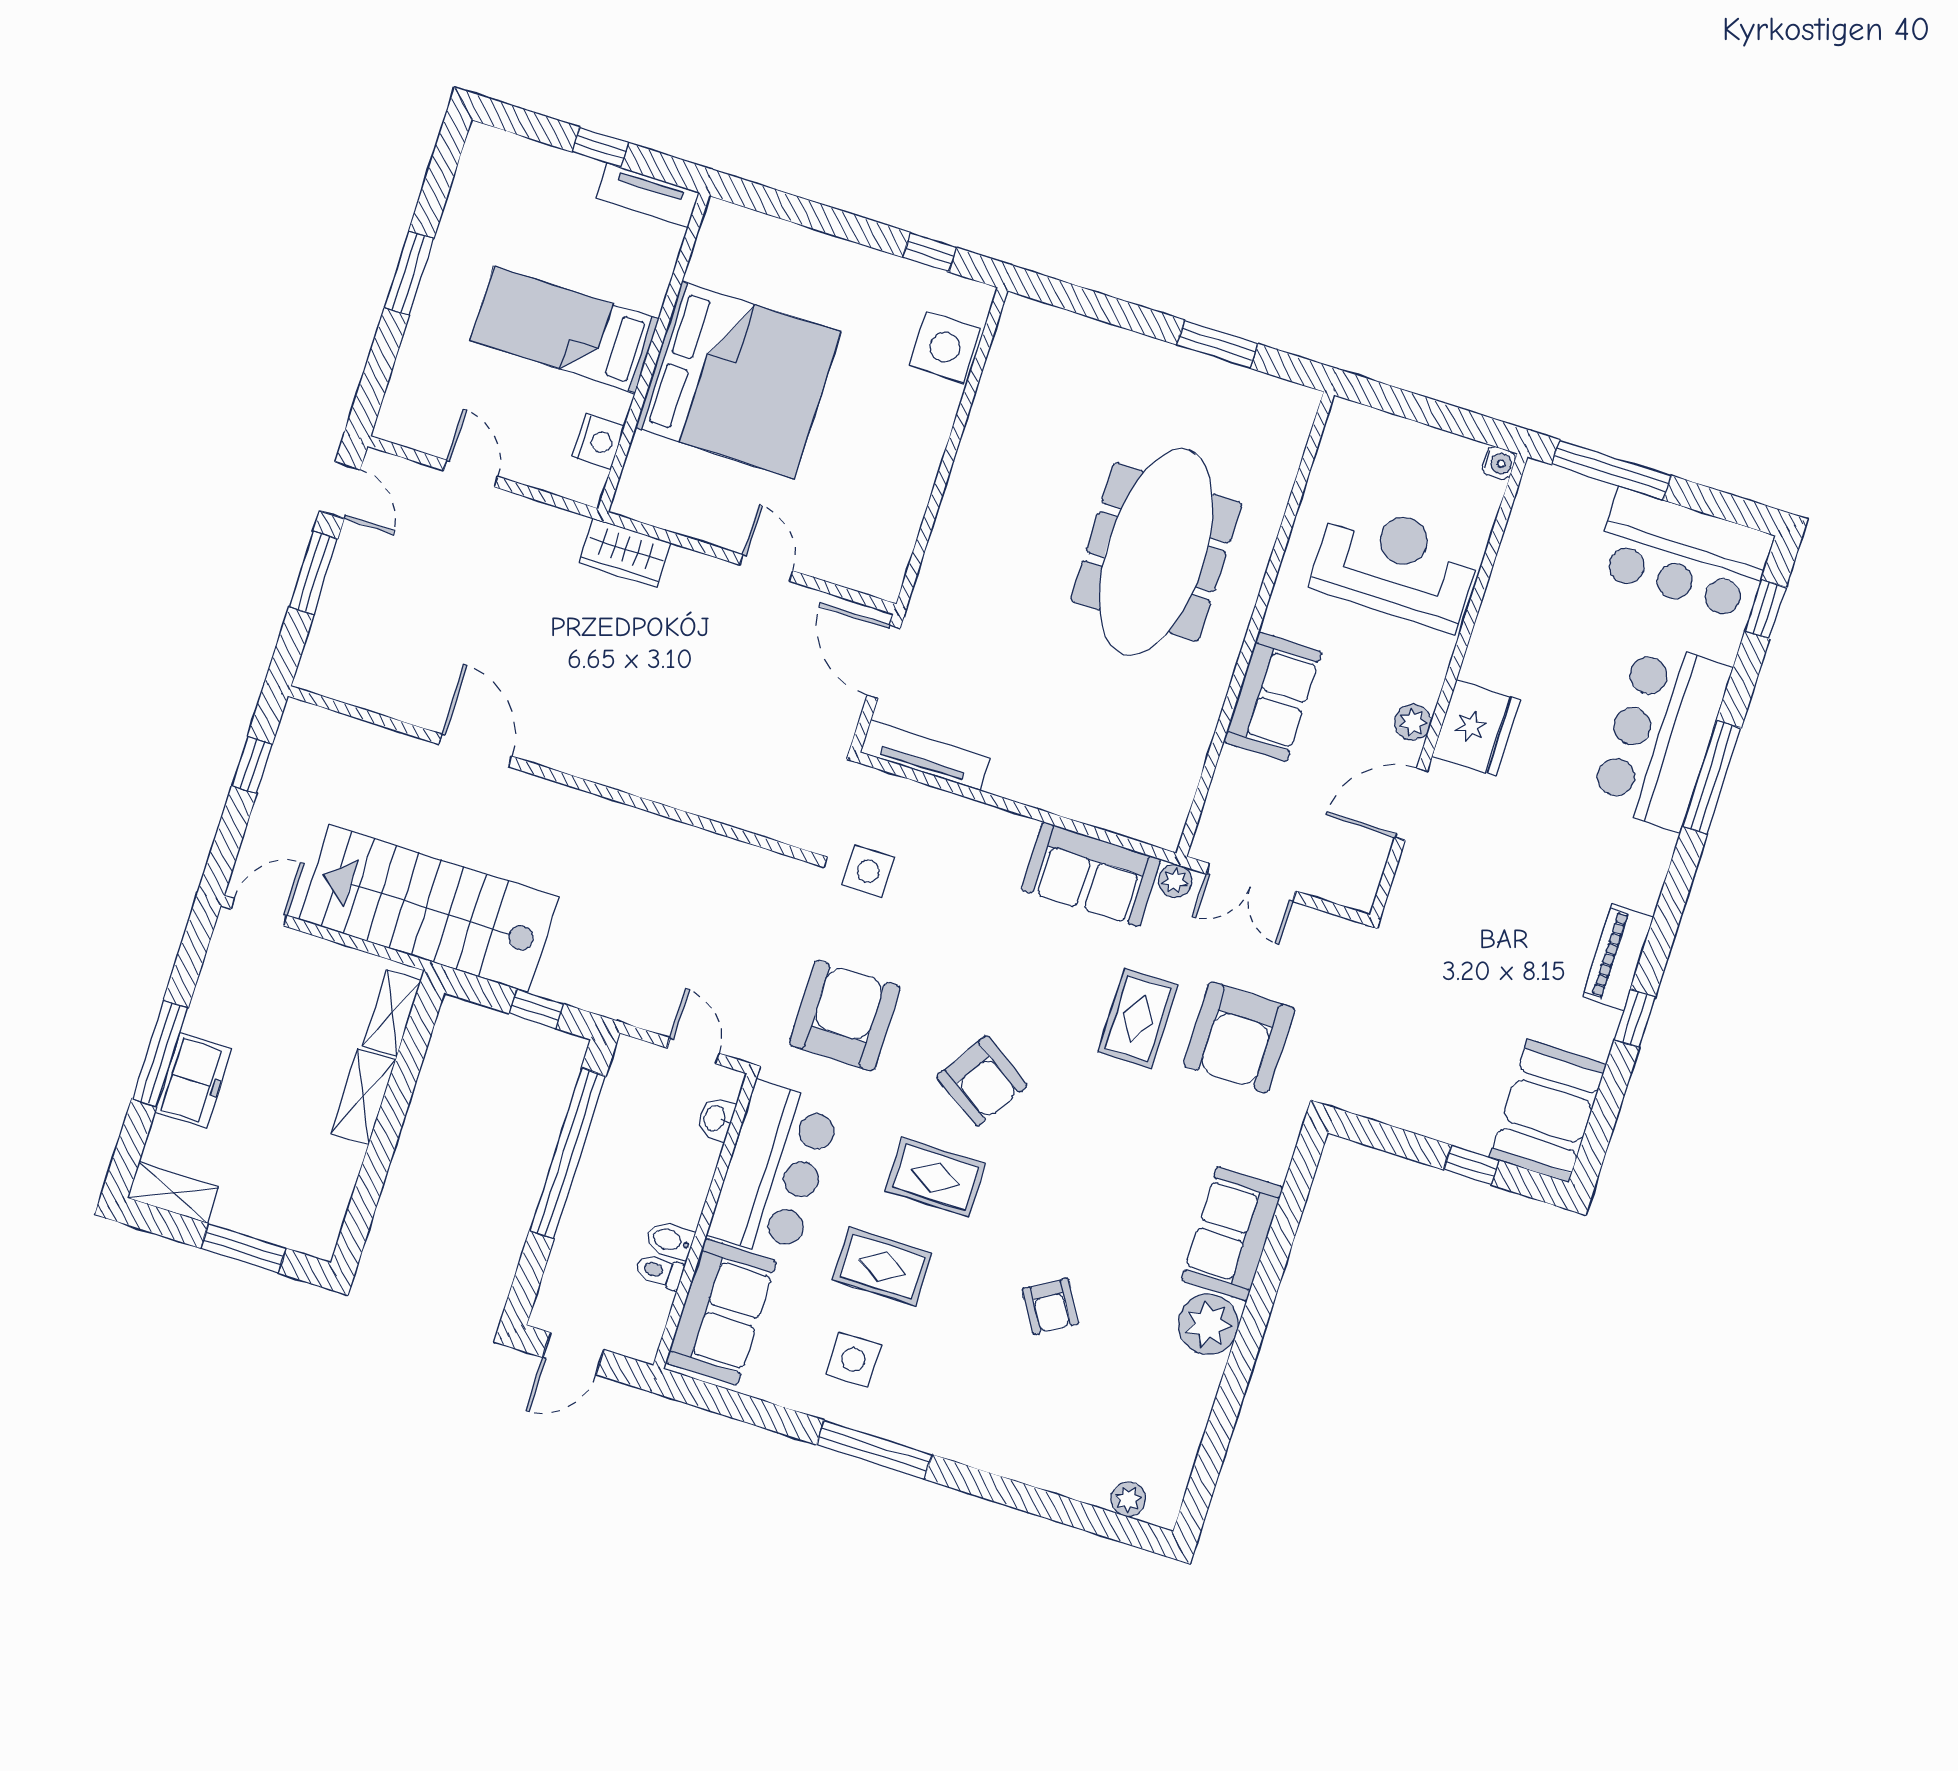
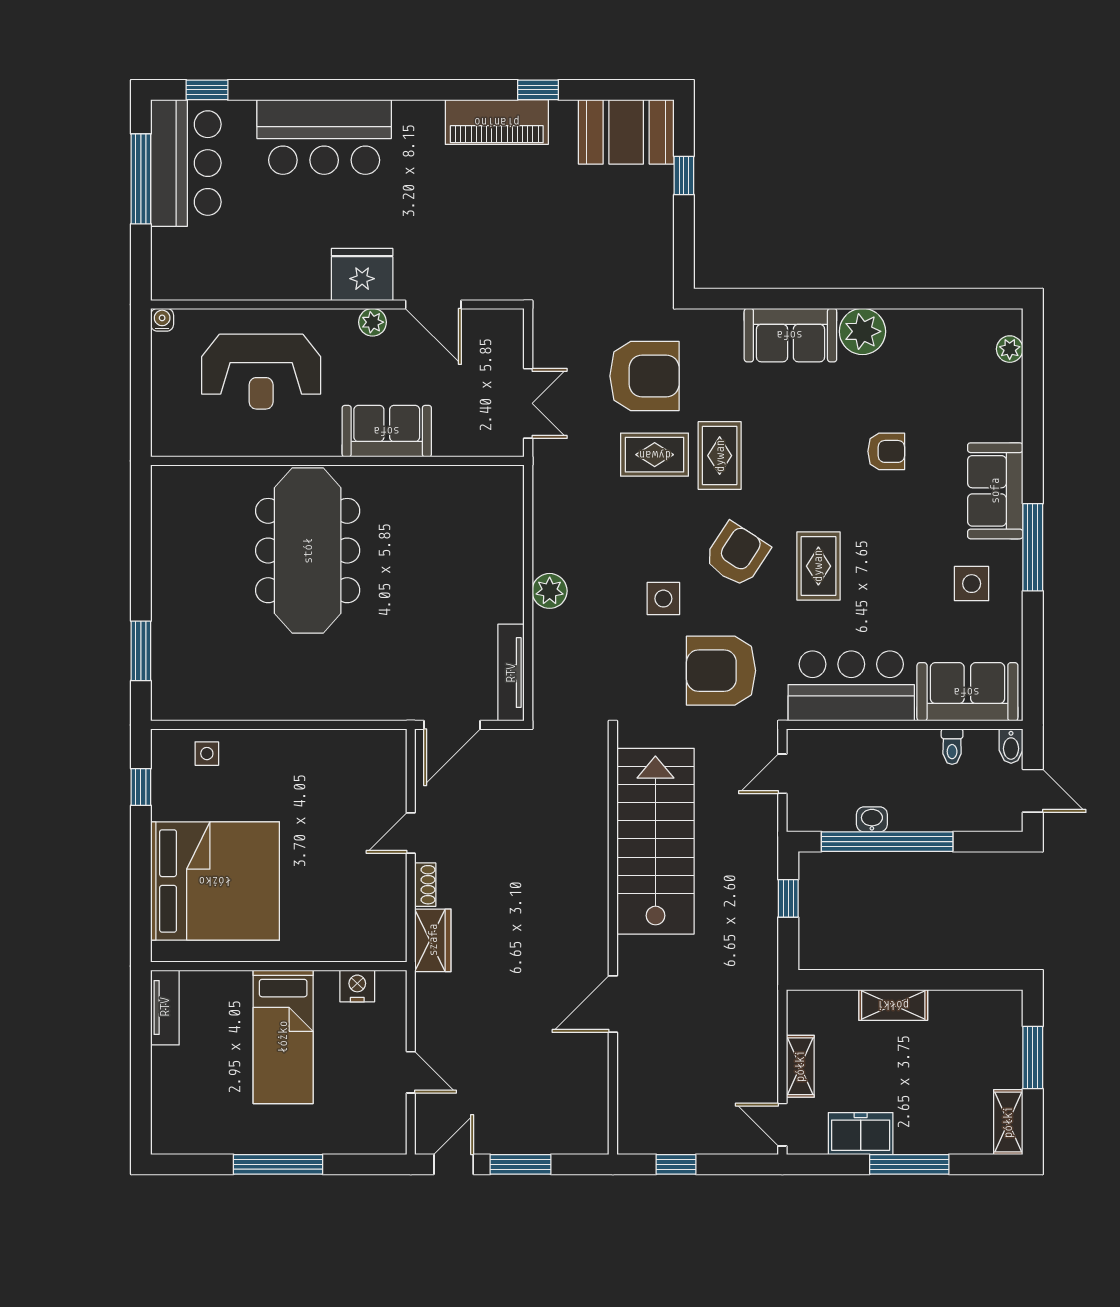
window: (600, 147) -> (141, 1053), removed
window: (409, 273) -> (278, 1164), width x1.44
window: (1217, 344) -> (141, 651), moved
side table: (945, 347) -> (207, 754), width x0.54, depth x0.54
bed: (738, 380) -> (215, 881), moved, turned 90
window: (1612, 470) -> (141, 179), moved
door: (471, 474) -> (411, 1072), swing flipped
meeting table: (1156, 552) -> (308, 551), turned 90
shoe rack: (697, 565) -> (425, 885), added
reception desk: (1396, 565) -> (261, 372), turned -90
window: (1712, 777) -> (343, 90), removed
side table: (868, 871) -> (663, 599), moved
sofa: (1091, 874) -> (995, 491), moved, turned 180
plant: (1175, 881) -> (550, 591), moved, width x1.38, depth x1.38
stairs: (429, 908) -> (655, 841), moved, turned 180
piano: (1618, 957) -> (497, 122), width x1.37, depth x1.33
shelving: (392, 1013) -> (800, 1066), moved, turned 90
freezer: (193, 1081) -> (861, 1134), moved
washbasin: (716, 1118) -> (872, 819), moved, turned 180
bidet: (670, 1240) -> (1011, 746), moved
rug: (882, 1267) -> (720, 456), moved
armchair: (1050, 1306) -> (886, 451), turned 31

